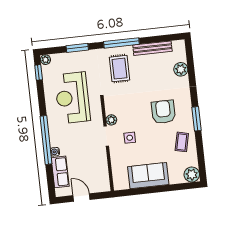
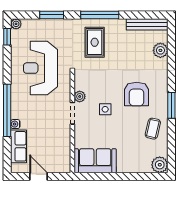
bench: (152, 48) -> (147, 24), moved
armchair: (163, 112) -> (137, 94), turned 180
side table: (130, 138) -> (105, 109), moved
sofa: (148, 176) -> (95, 161), moved

